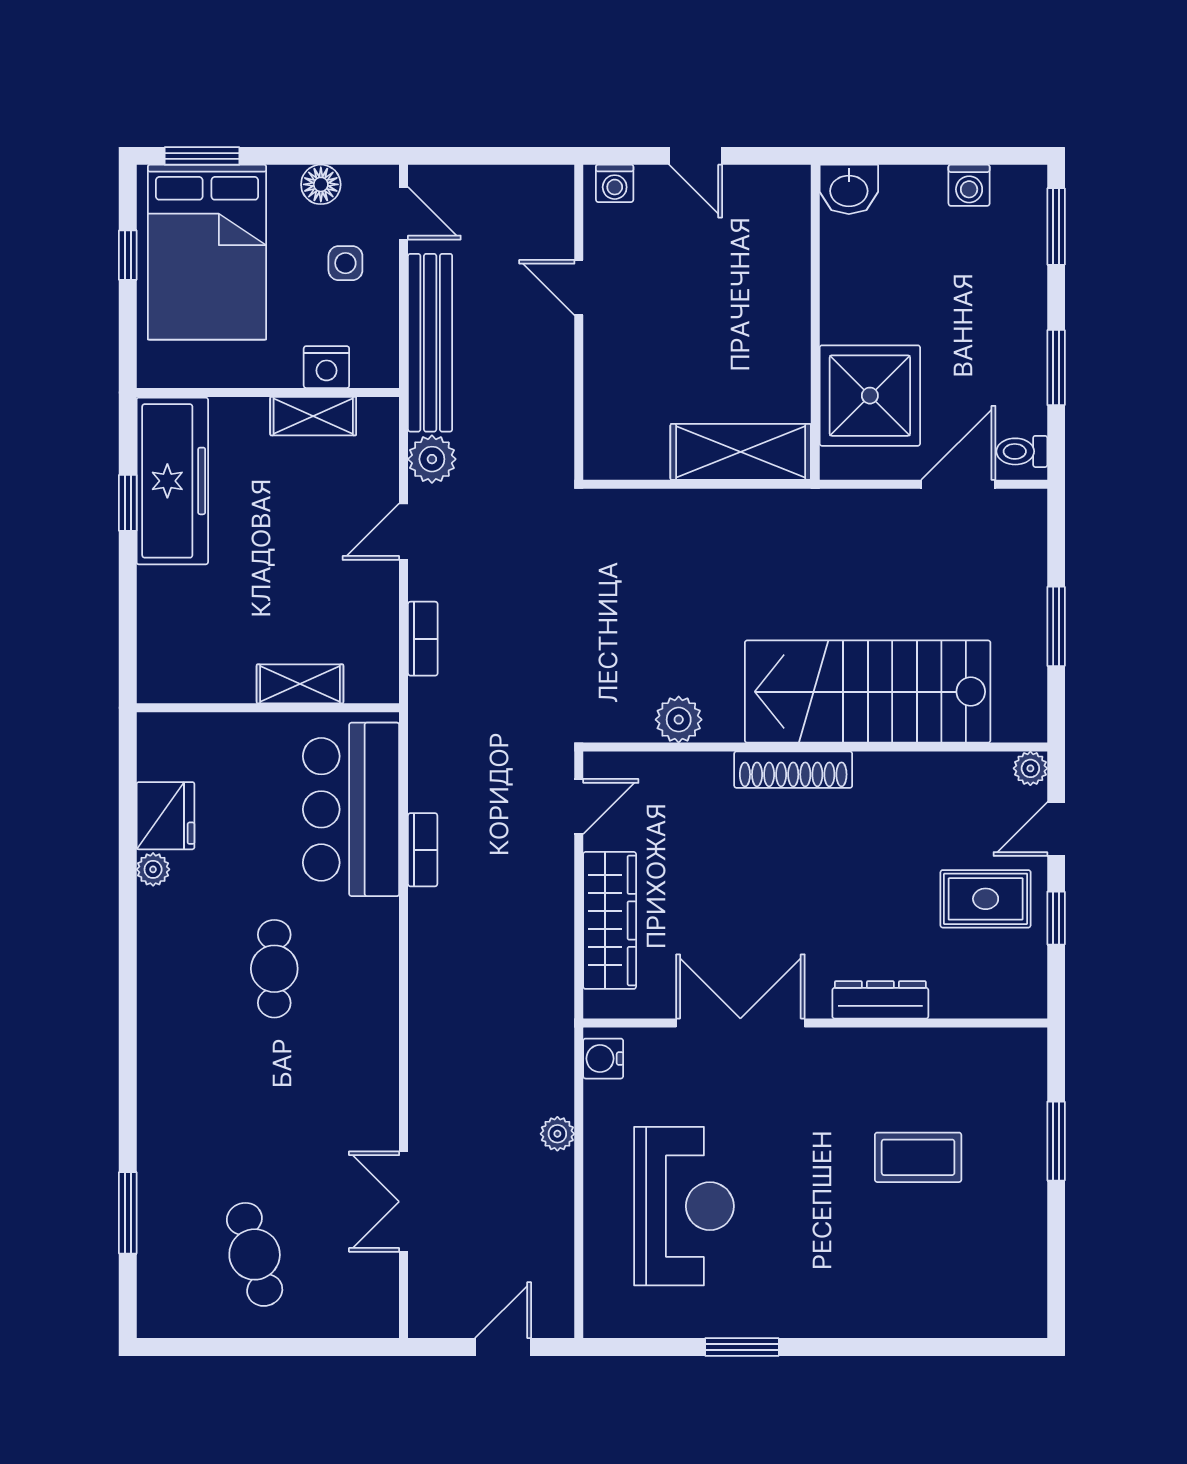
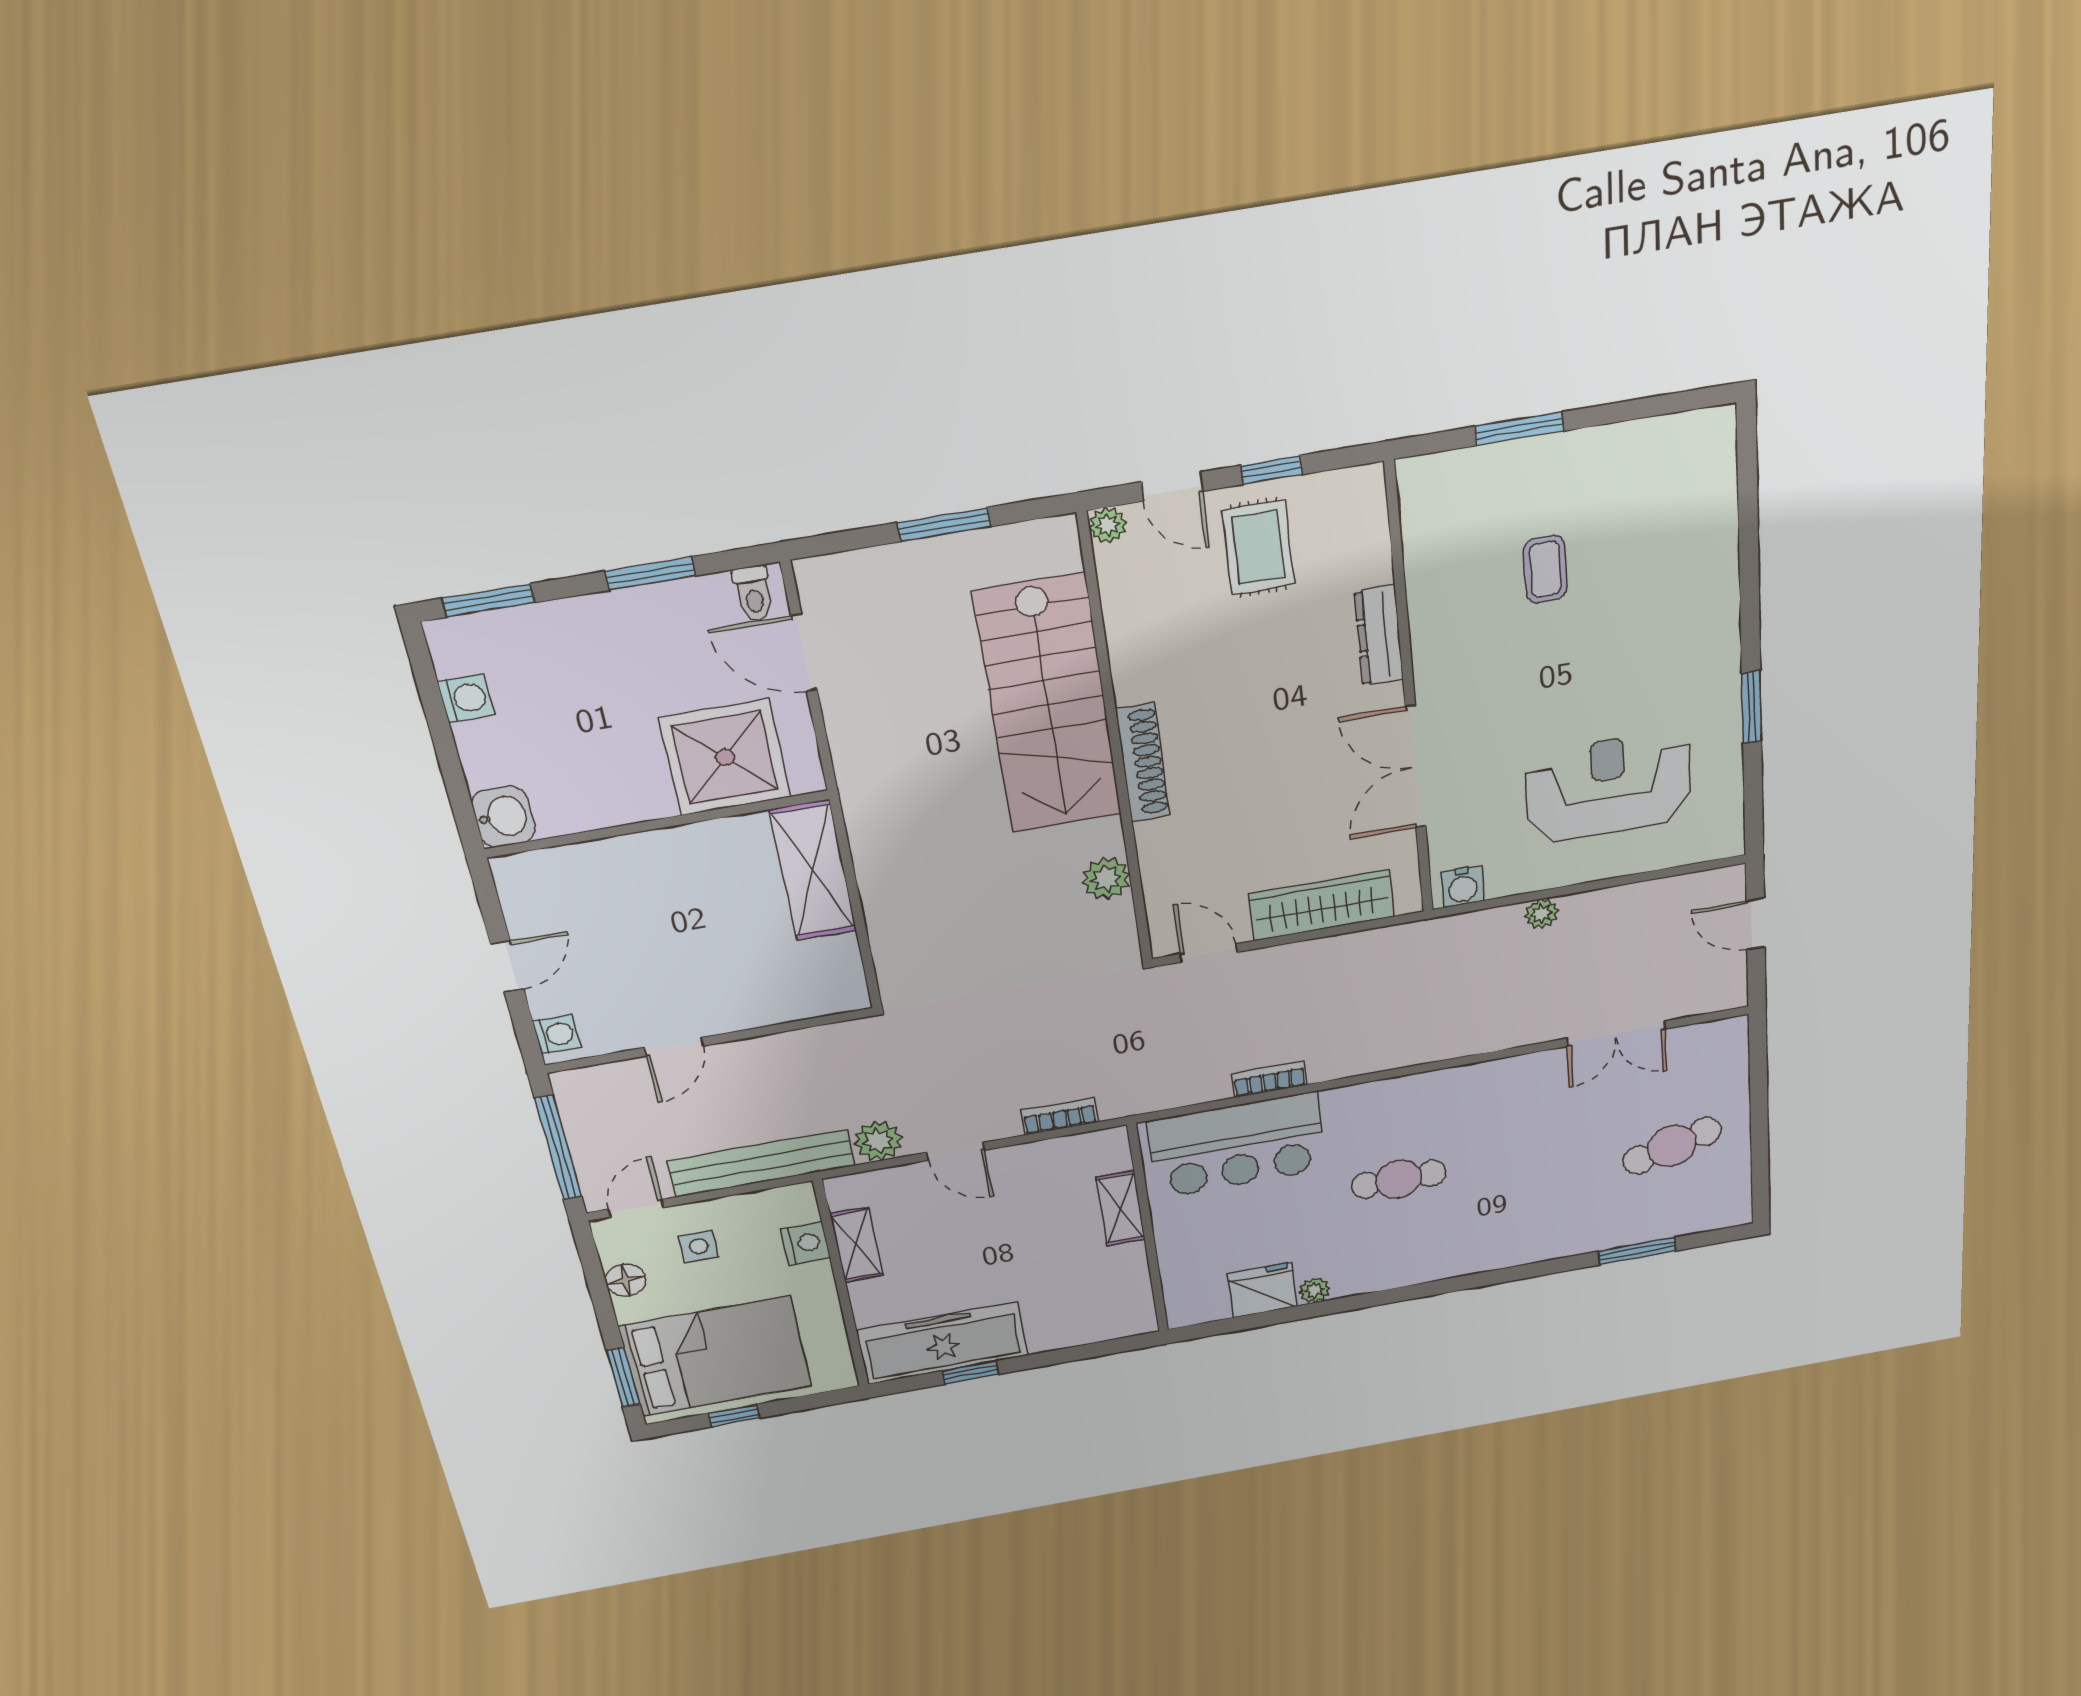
window: (489, 156) -> (558, 1148), added
coffee table: (918, 1157) -> (1545, 569), width x0.73, depth x0.77

